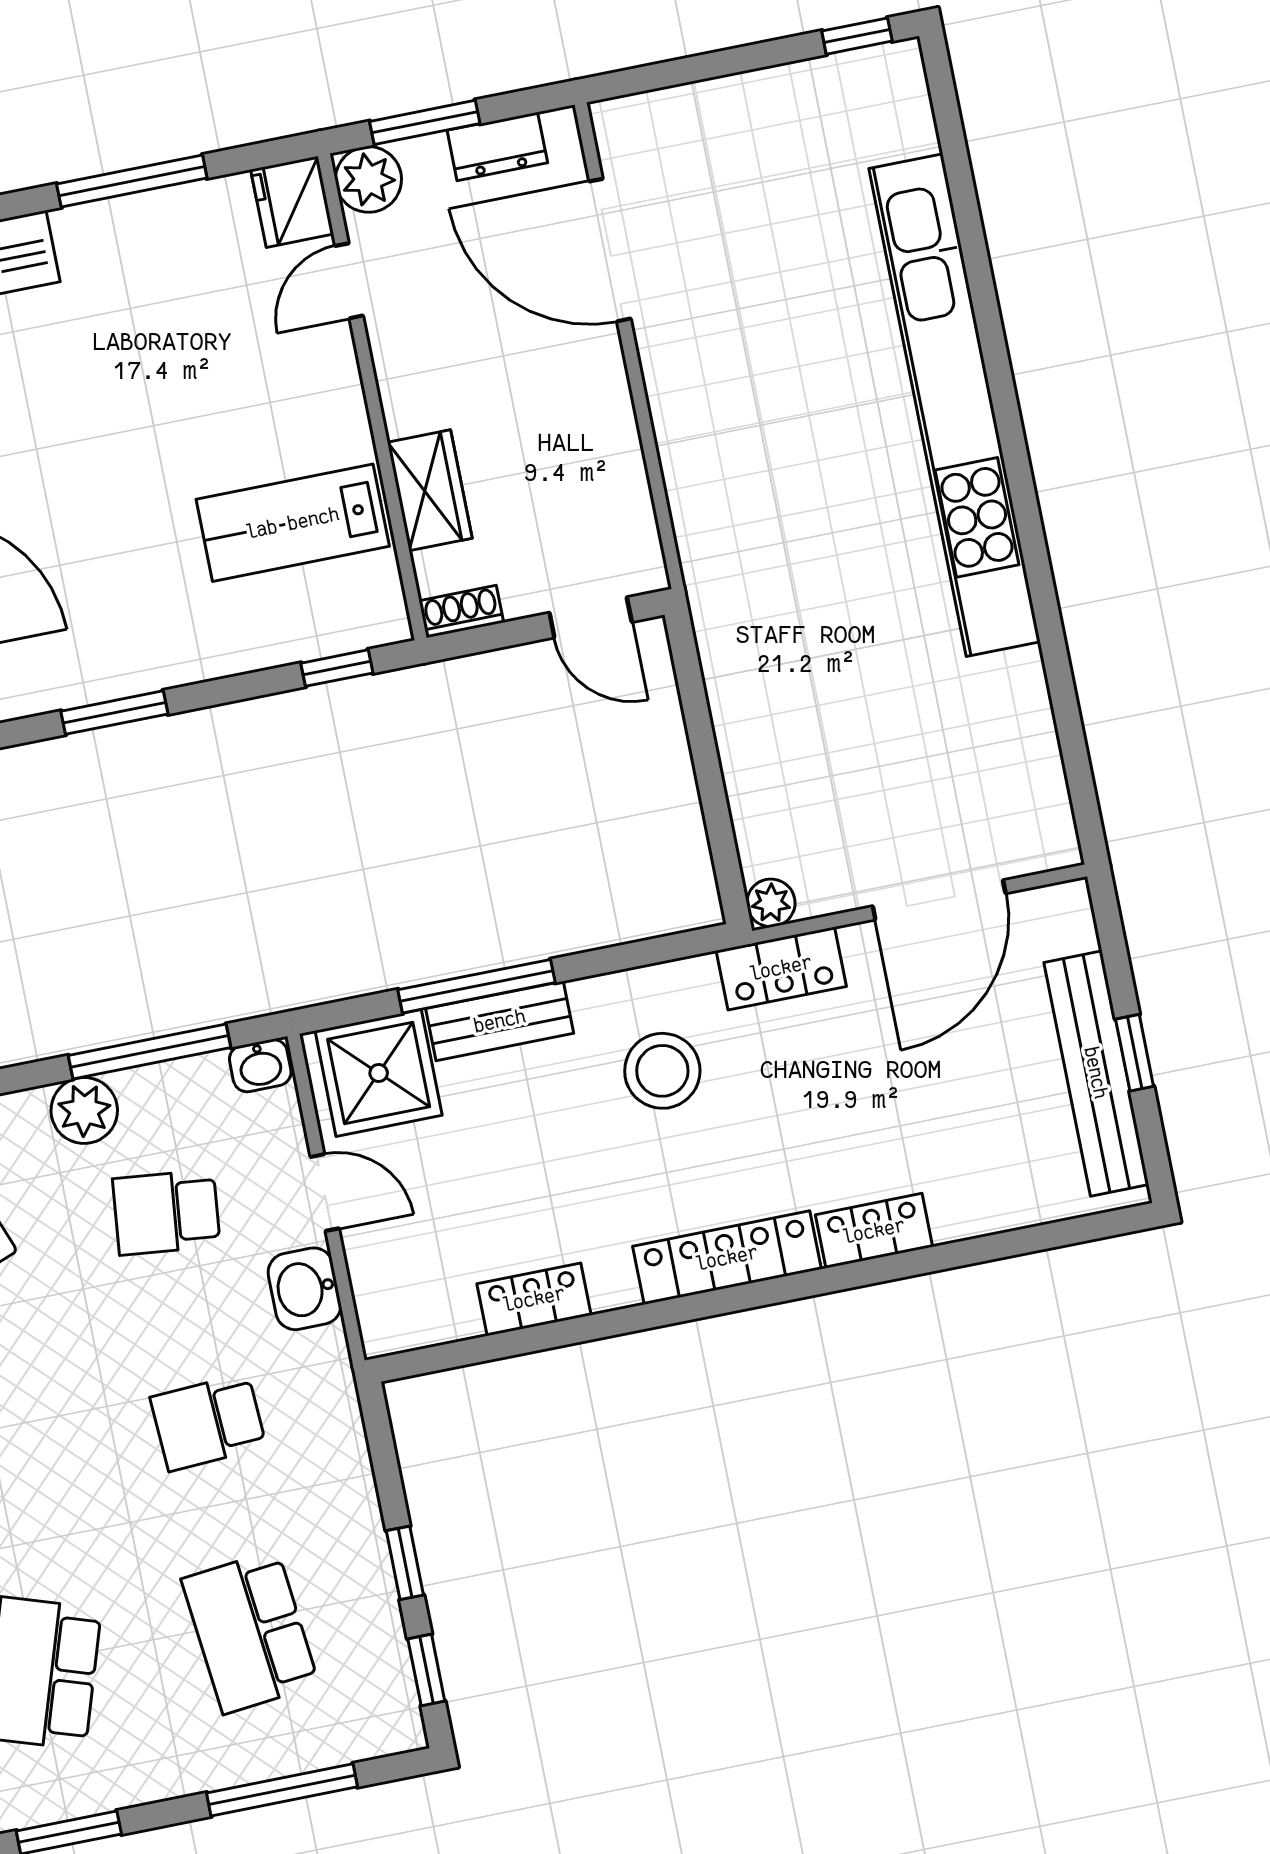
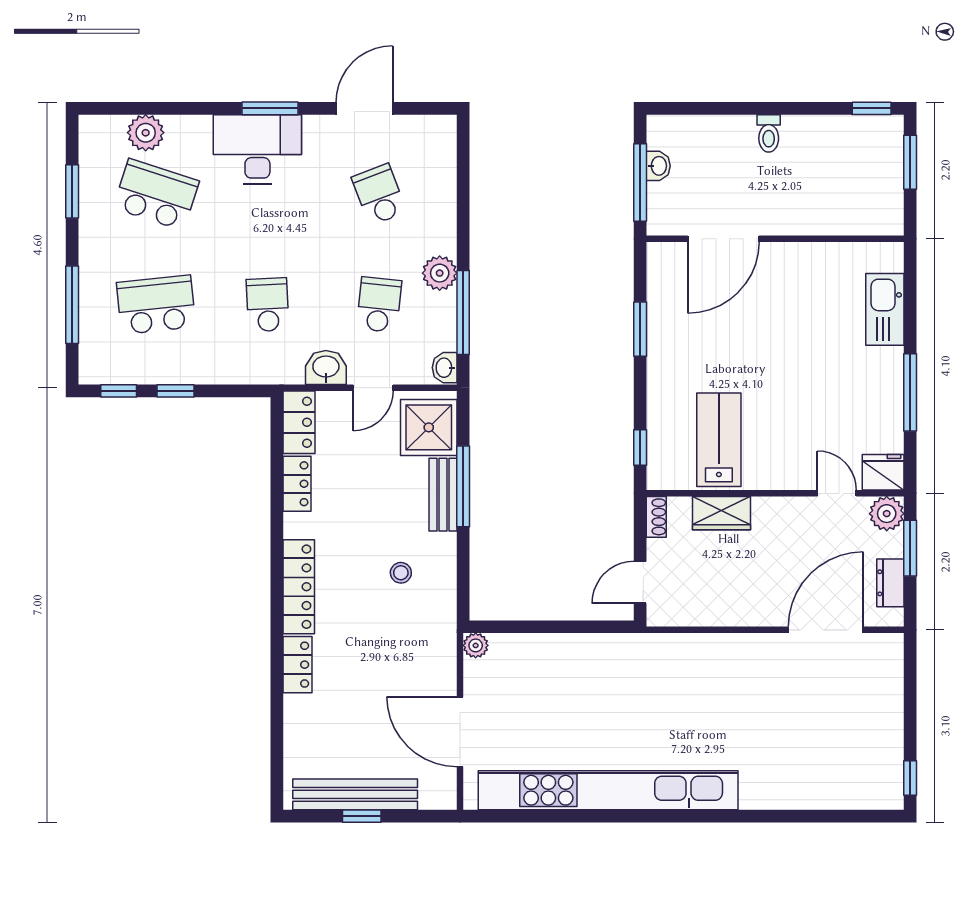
kitchen unit: (955, 405) -> (608, 790), moved
locker: (781, 968) -> (299, 422), moved, turned 180
stool: (662, 1071) -> (401, 573), width x0.53, depth x0.53

